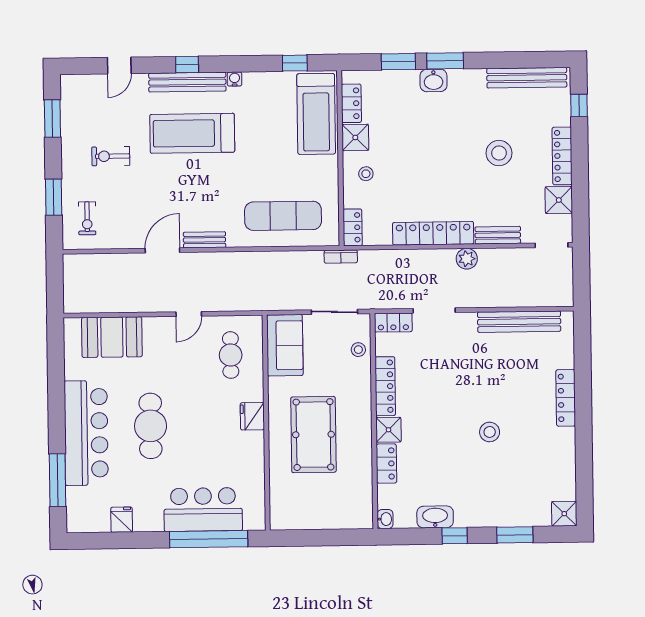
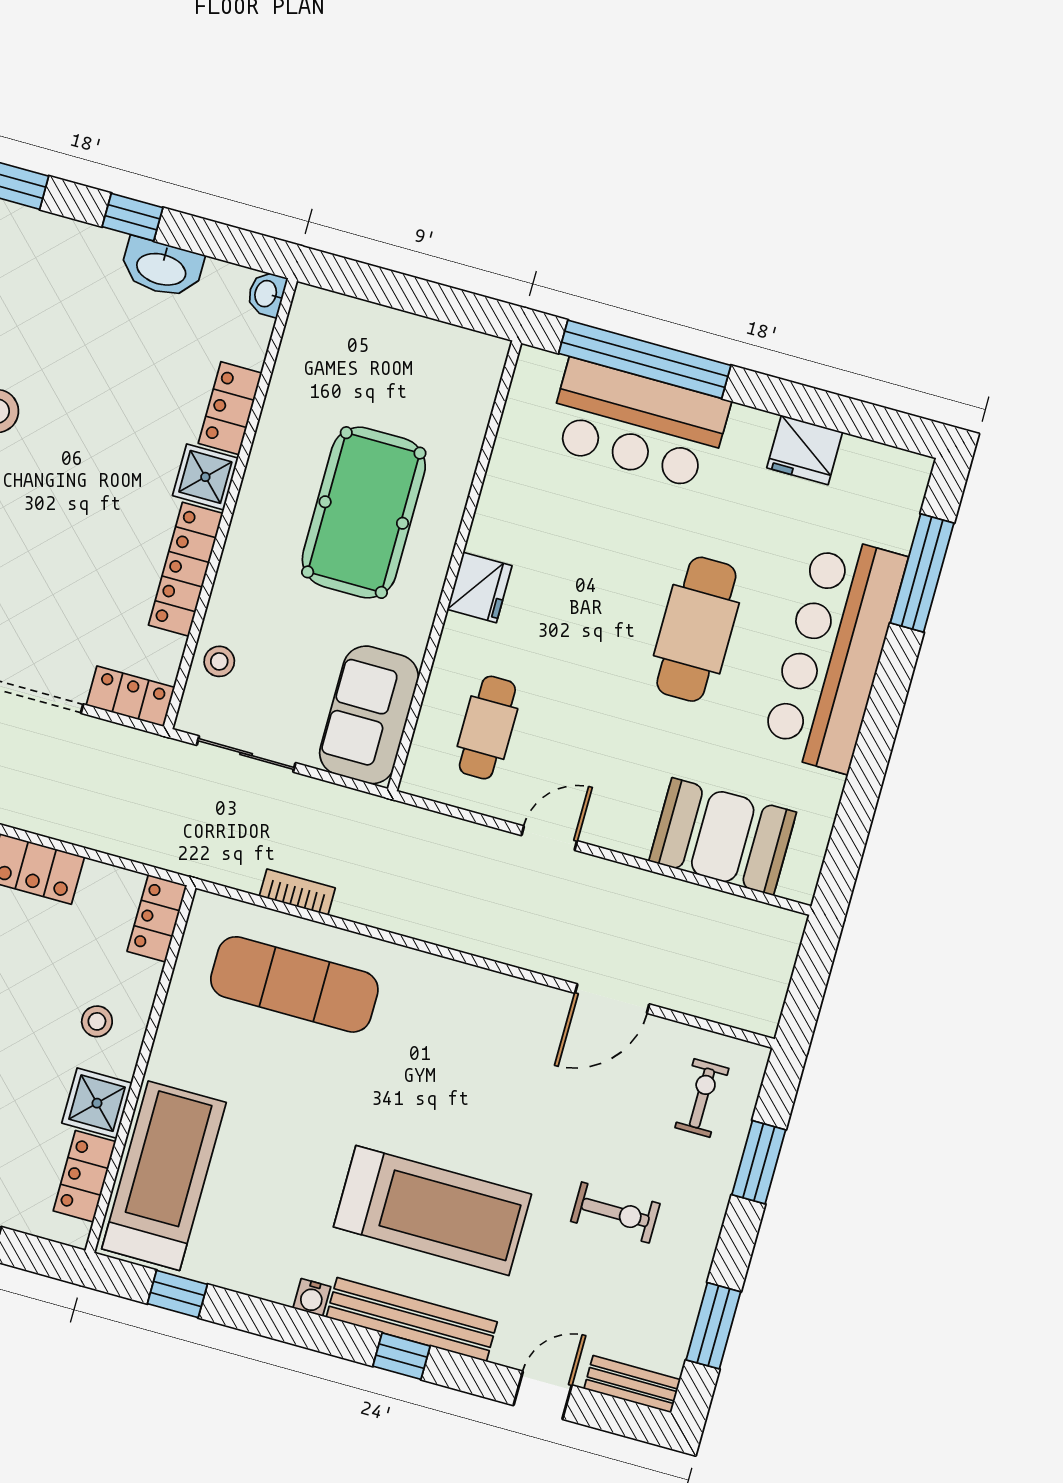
bench: (204, 240) -> (632, 1384), moved
door: (162, 250) -> (612, 999), moved
bookcase: (341, 257) -> (297, 892), moved
fridge: (122, 520) -> (805, 450), width x1.38

